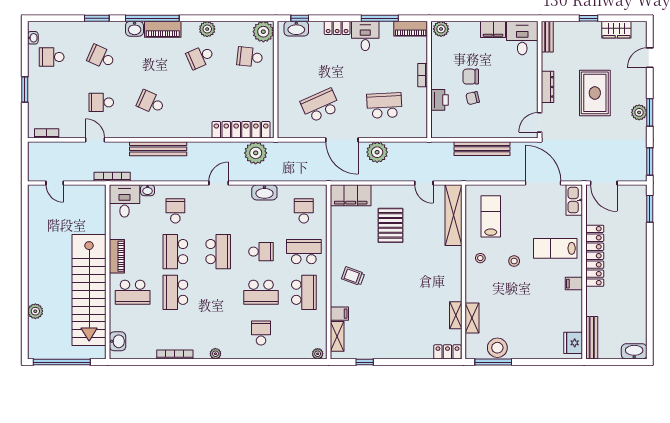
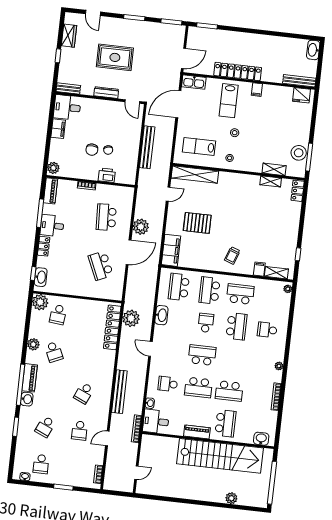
plant: (639, 112) -> (133, 26), removed
school desk: (304, 211) -> (179, 287), width x1.85

